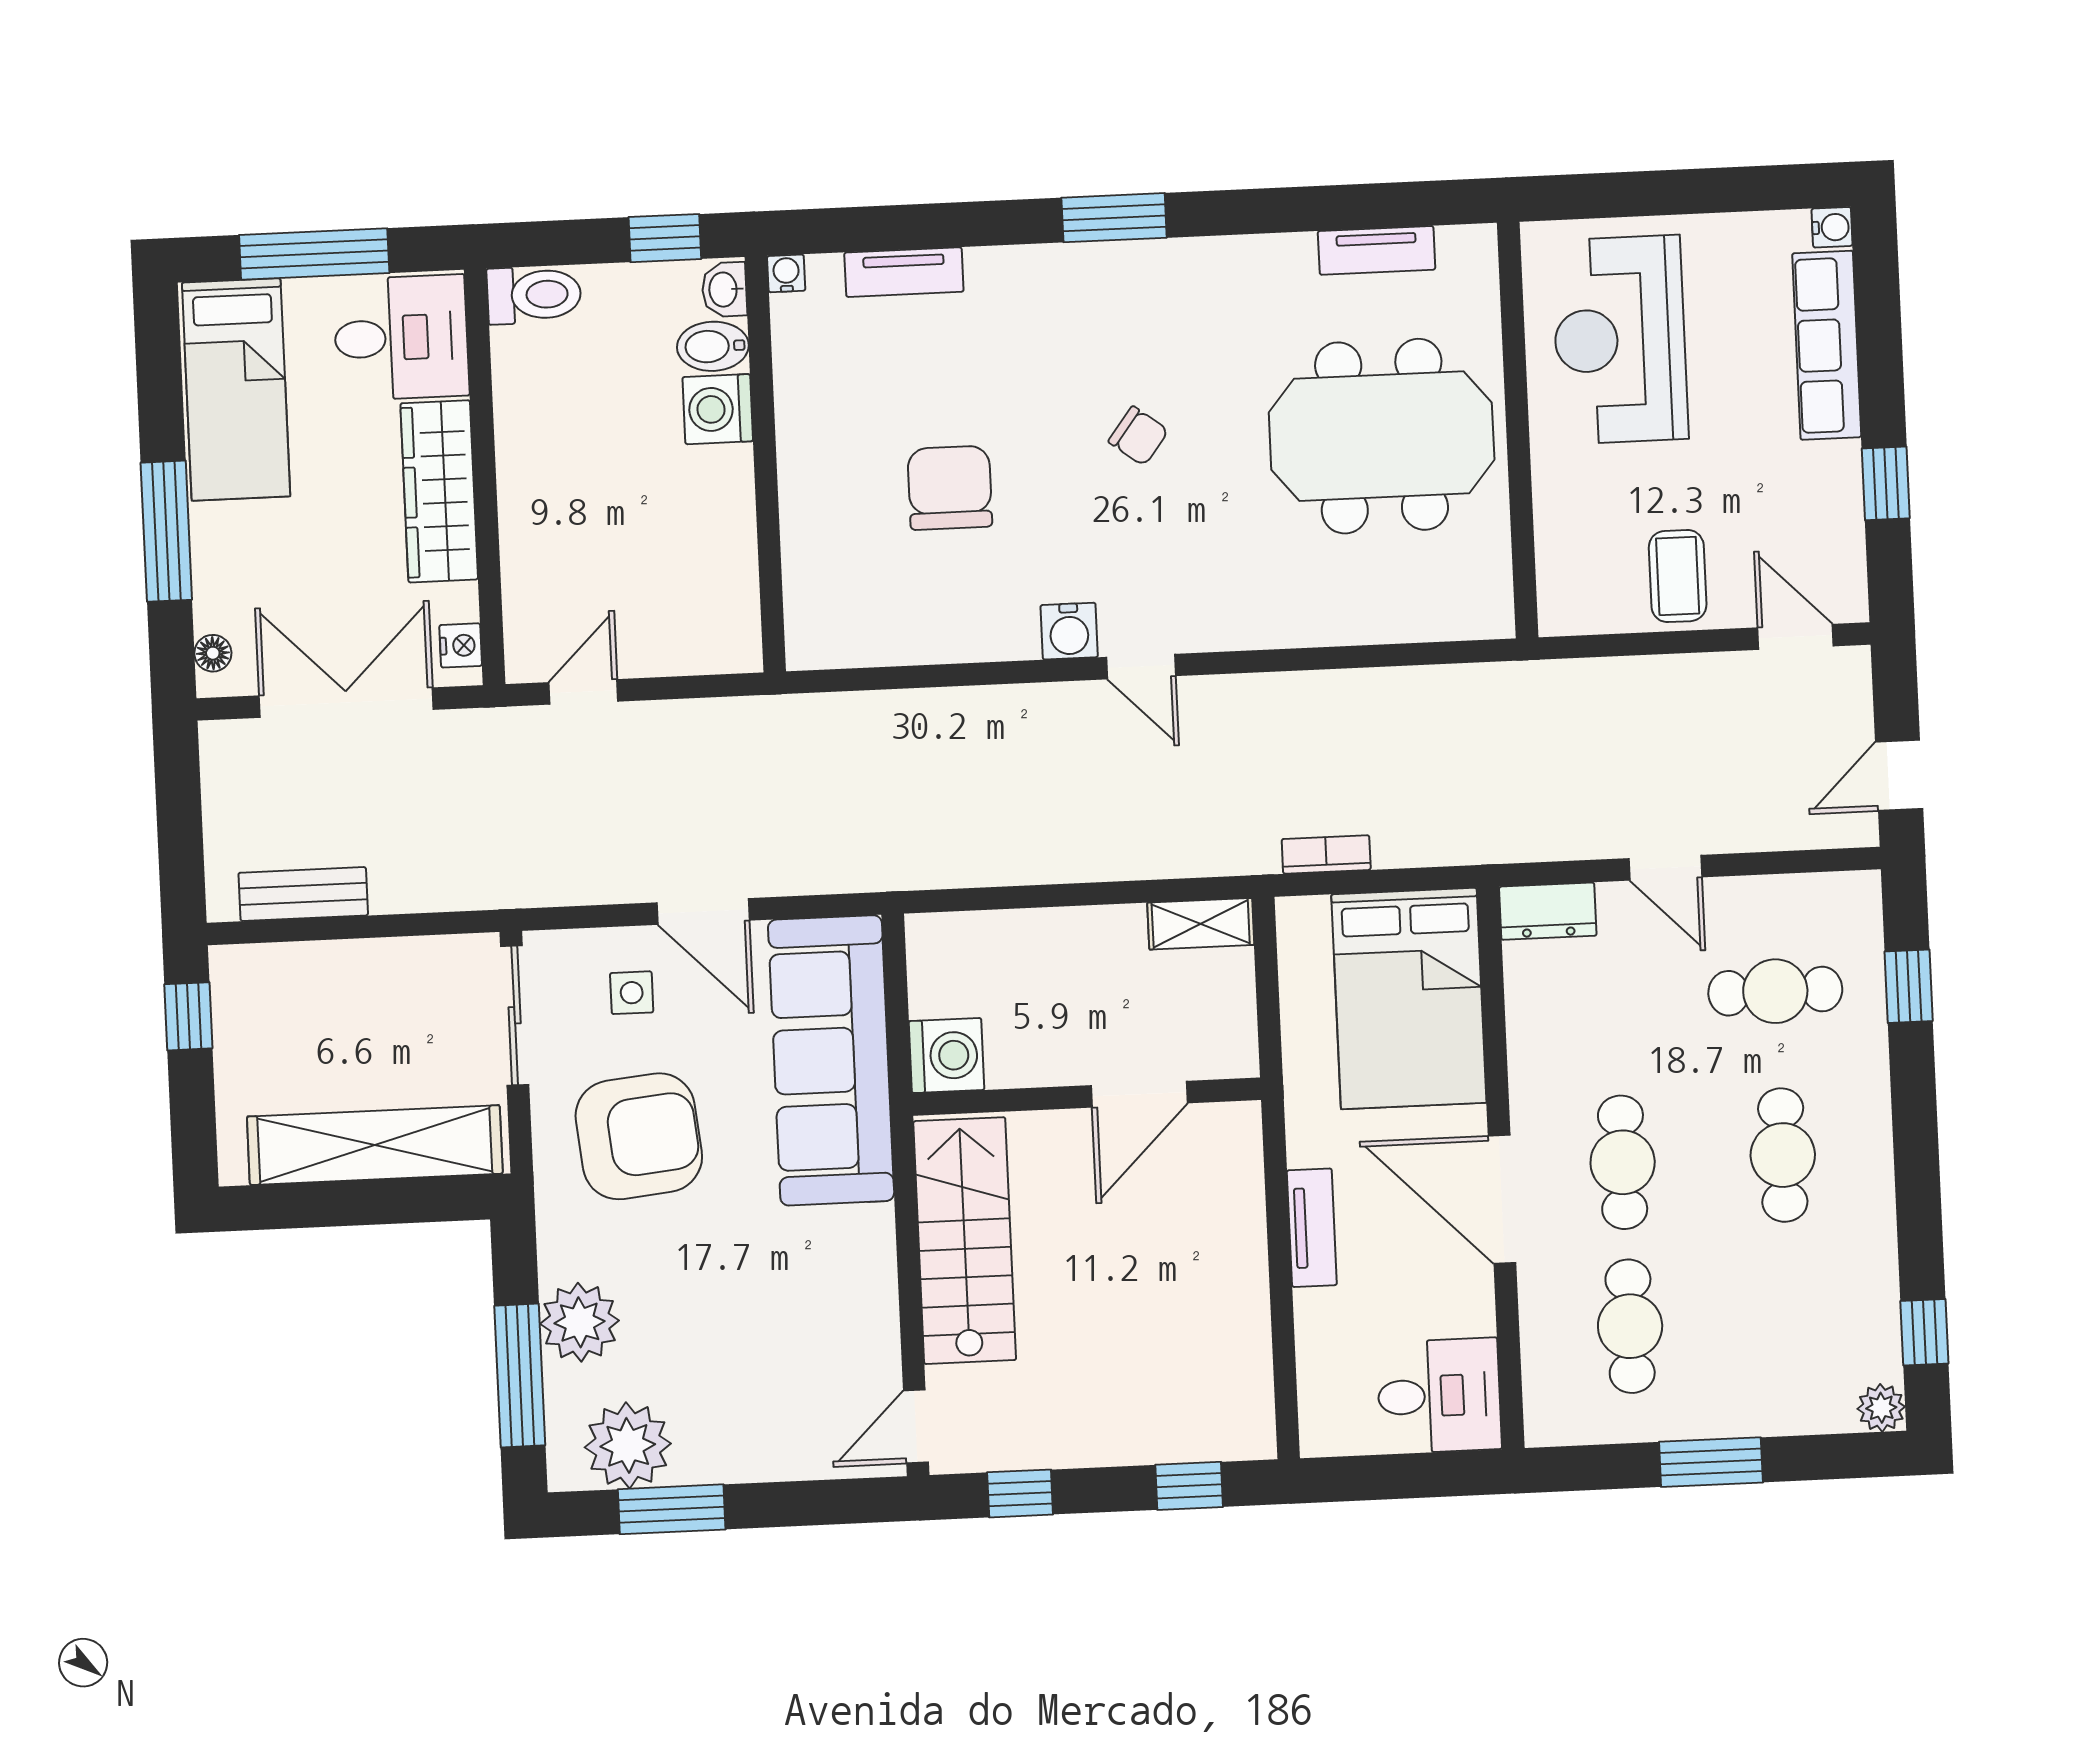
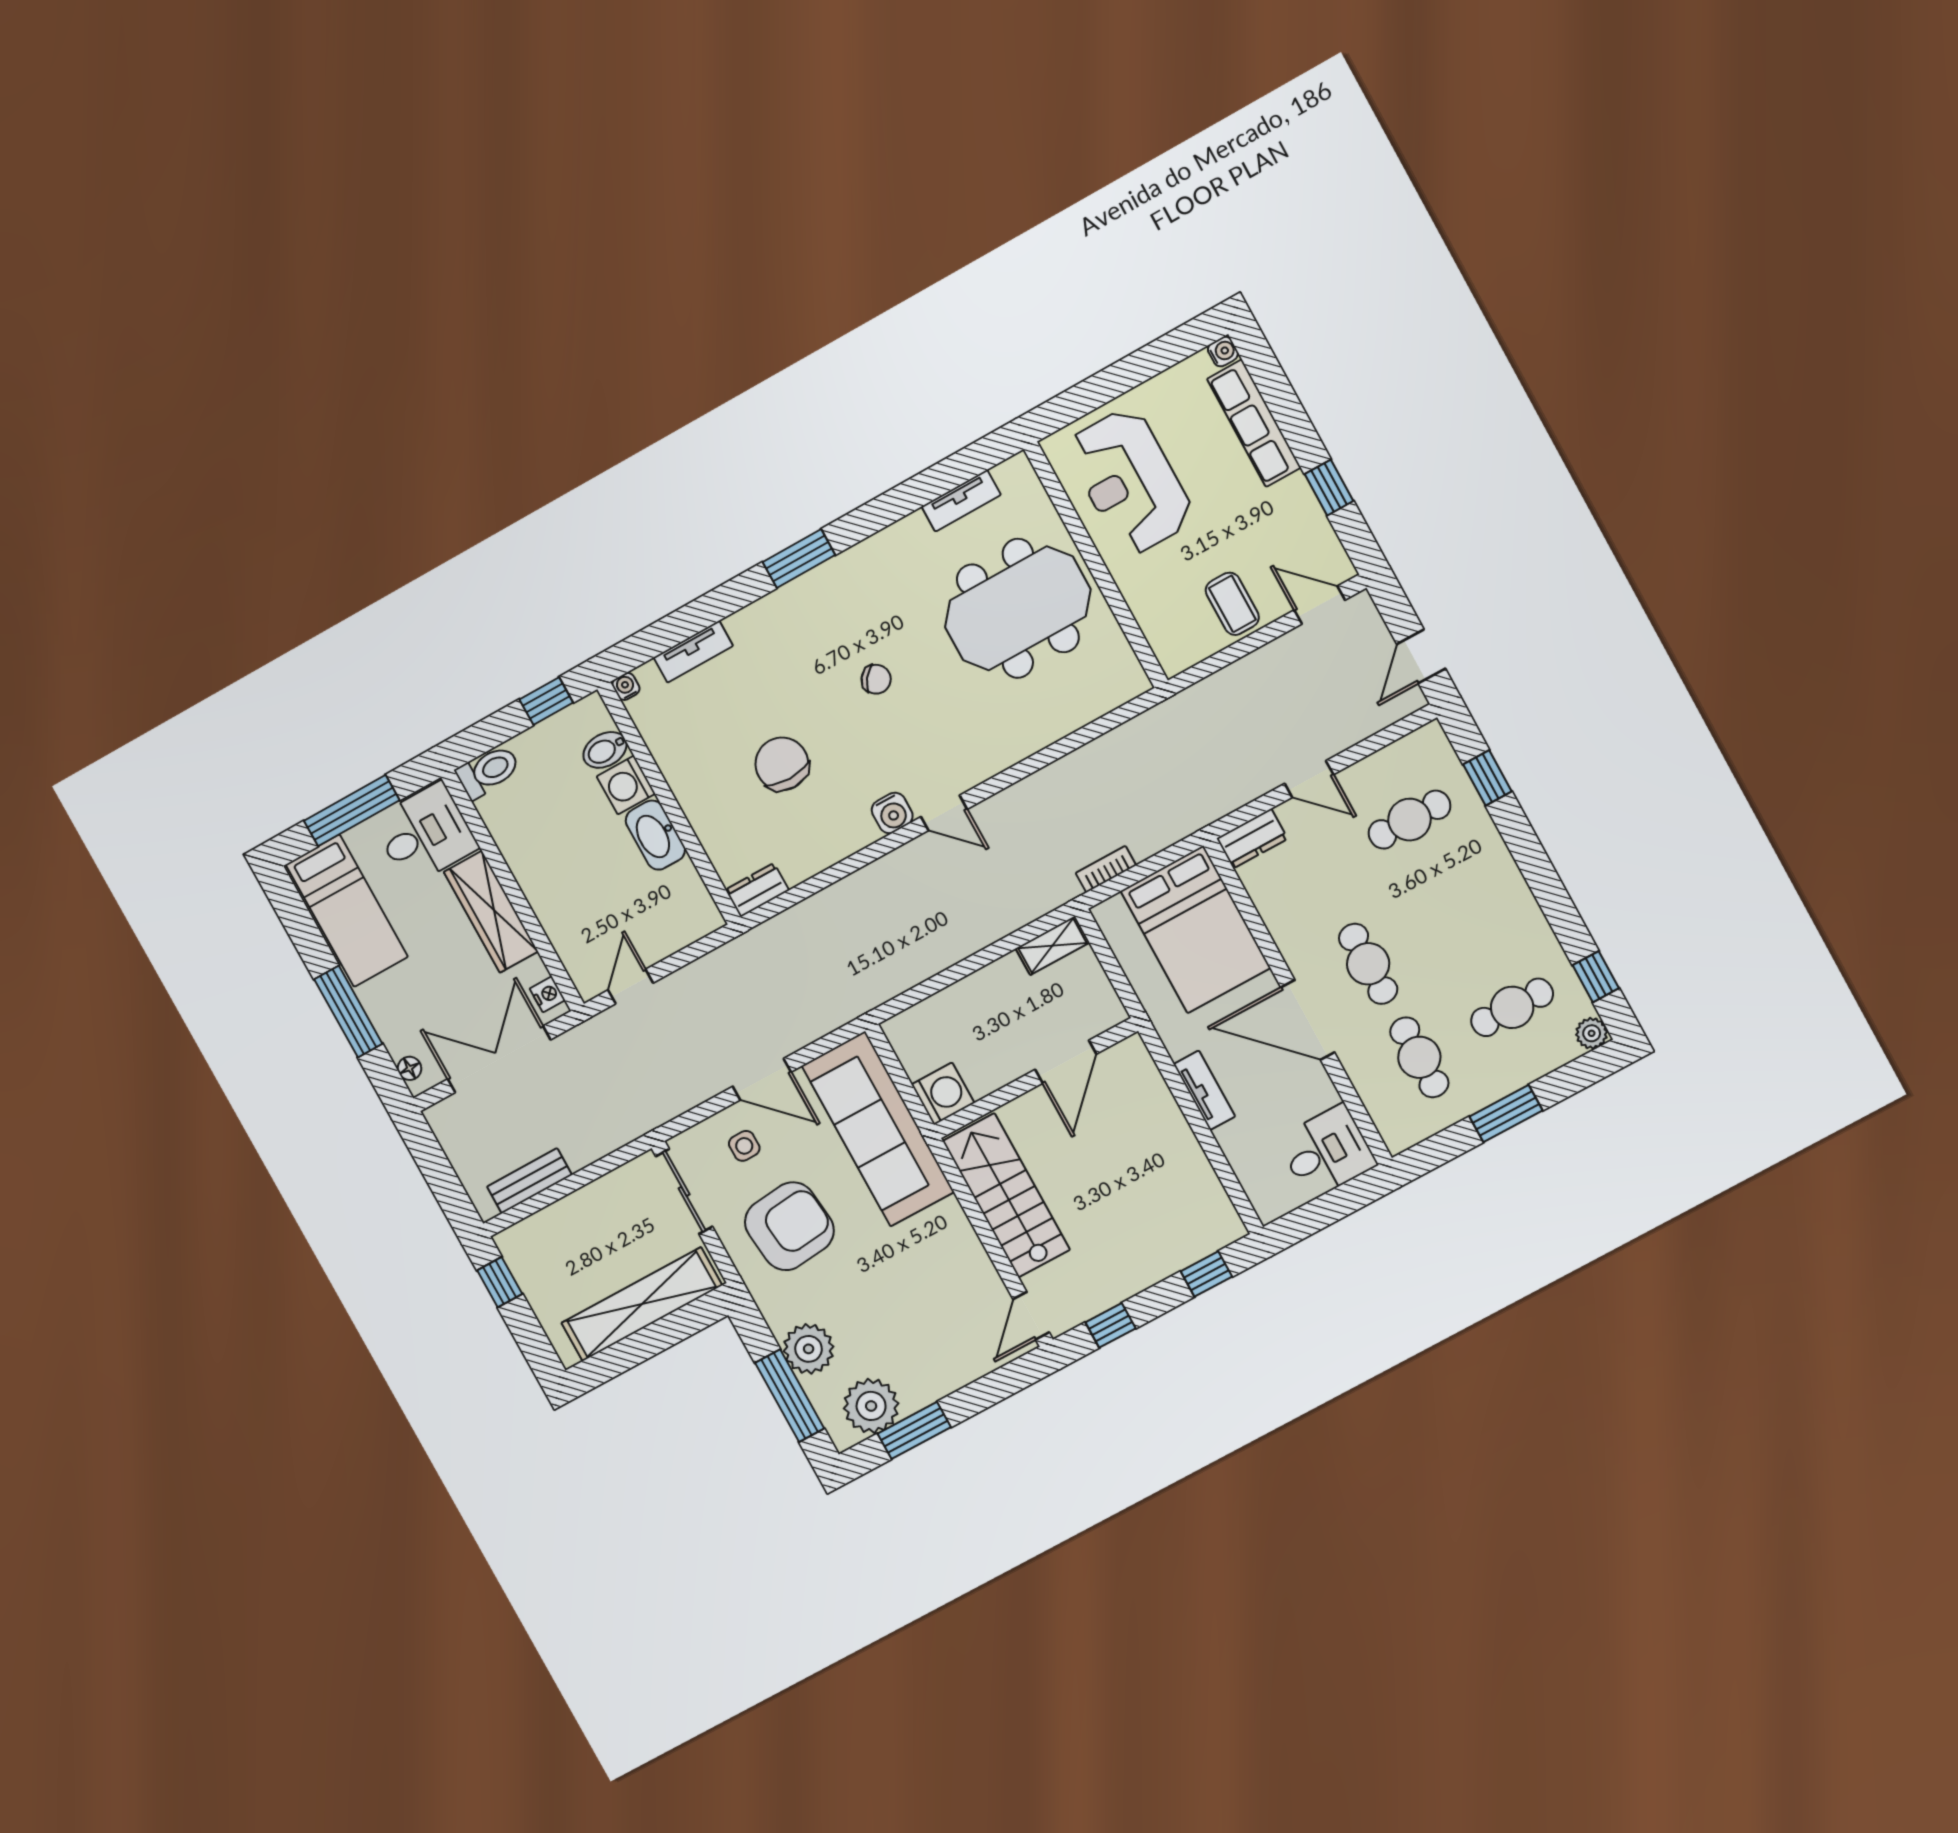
washbasin: (724, 289) -> (655, 835), moved, width x1.91, depth x1.45
dresser: (828, 645) -> (757, 890), added
cafe table: (1783, 1155) -> (1512, 1007), moved, turned 90

